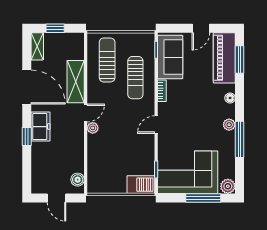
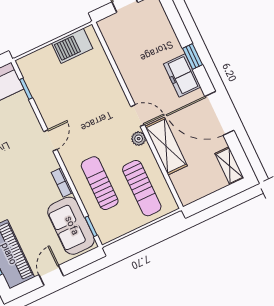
window: (55, 28) -> (219, 196), removed
door: (86, 113) -> (138, 116), swing flipped
plant: (93, 128) -> (139, 139), moved
boiler: (78, 180) -> (111, 35), removed
barbecue: (141, 185) -> (72, 46), moved

